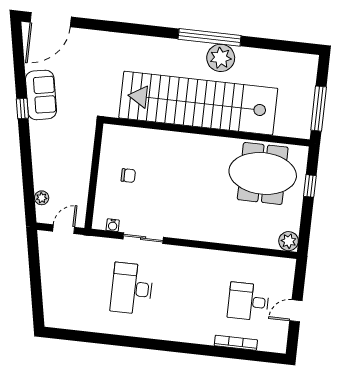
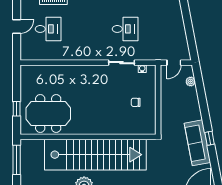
sofa: (41, 95) -> (197, 143), width x1.36
plant: (289, 241) -> (26, 71), removed
desk: (132, 288) -> (125, 29), width x0.73

